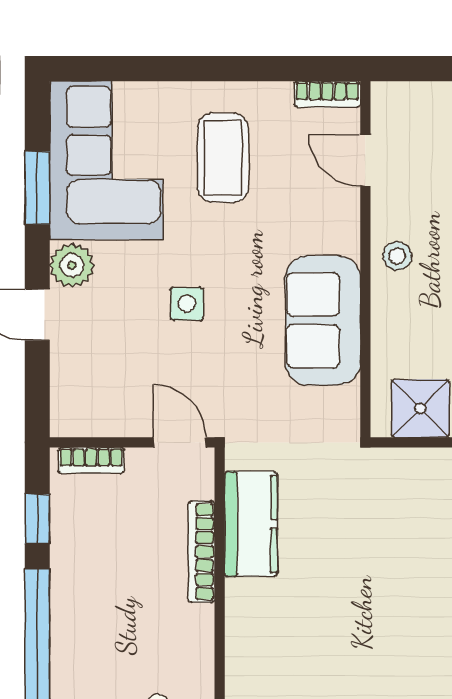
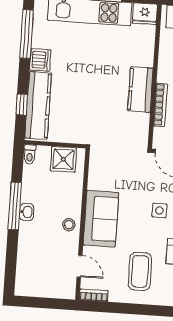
sofa: (323, 320) -> (101, 219), moved
kitchen counter: (251, 524) -> (140, 90), moved

